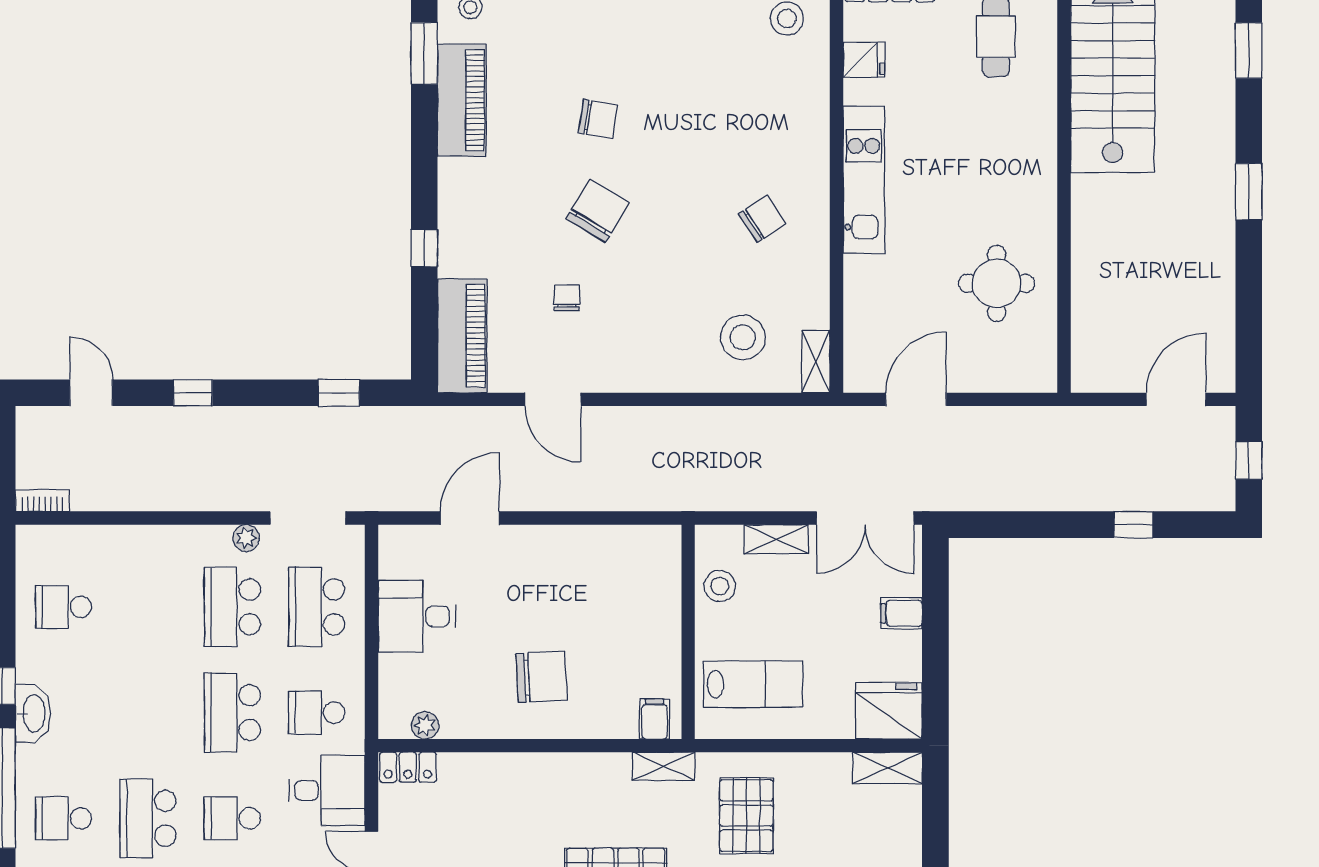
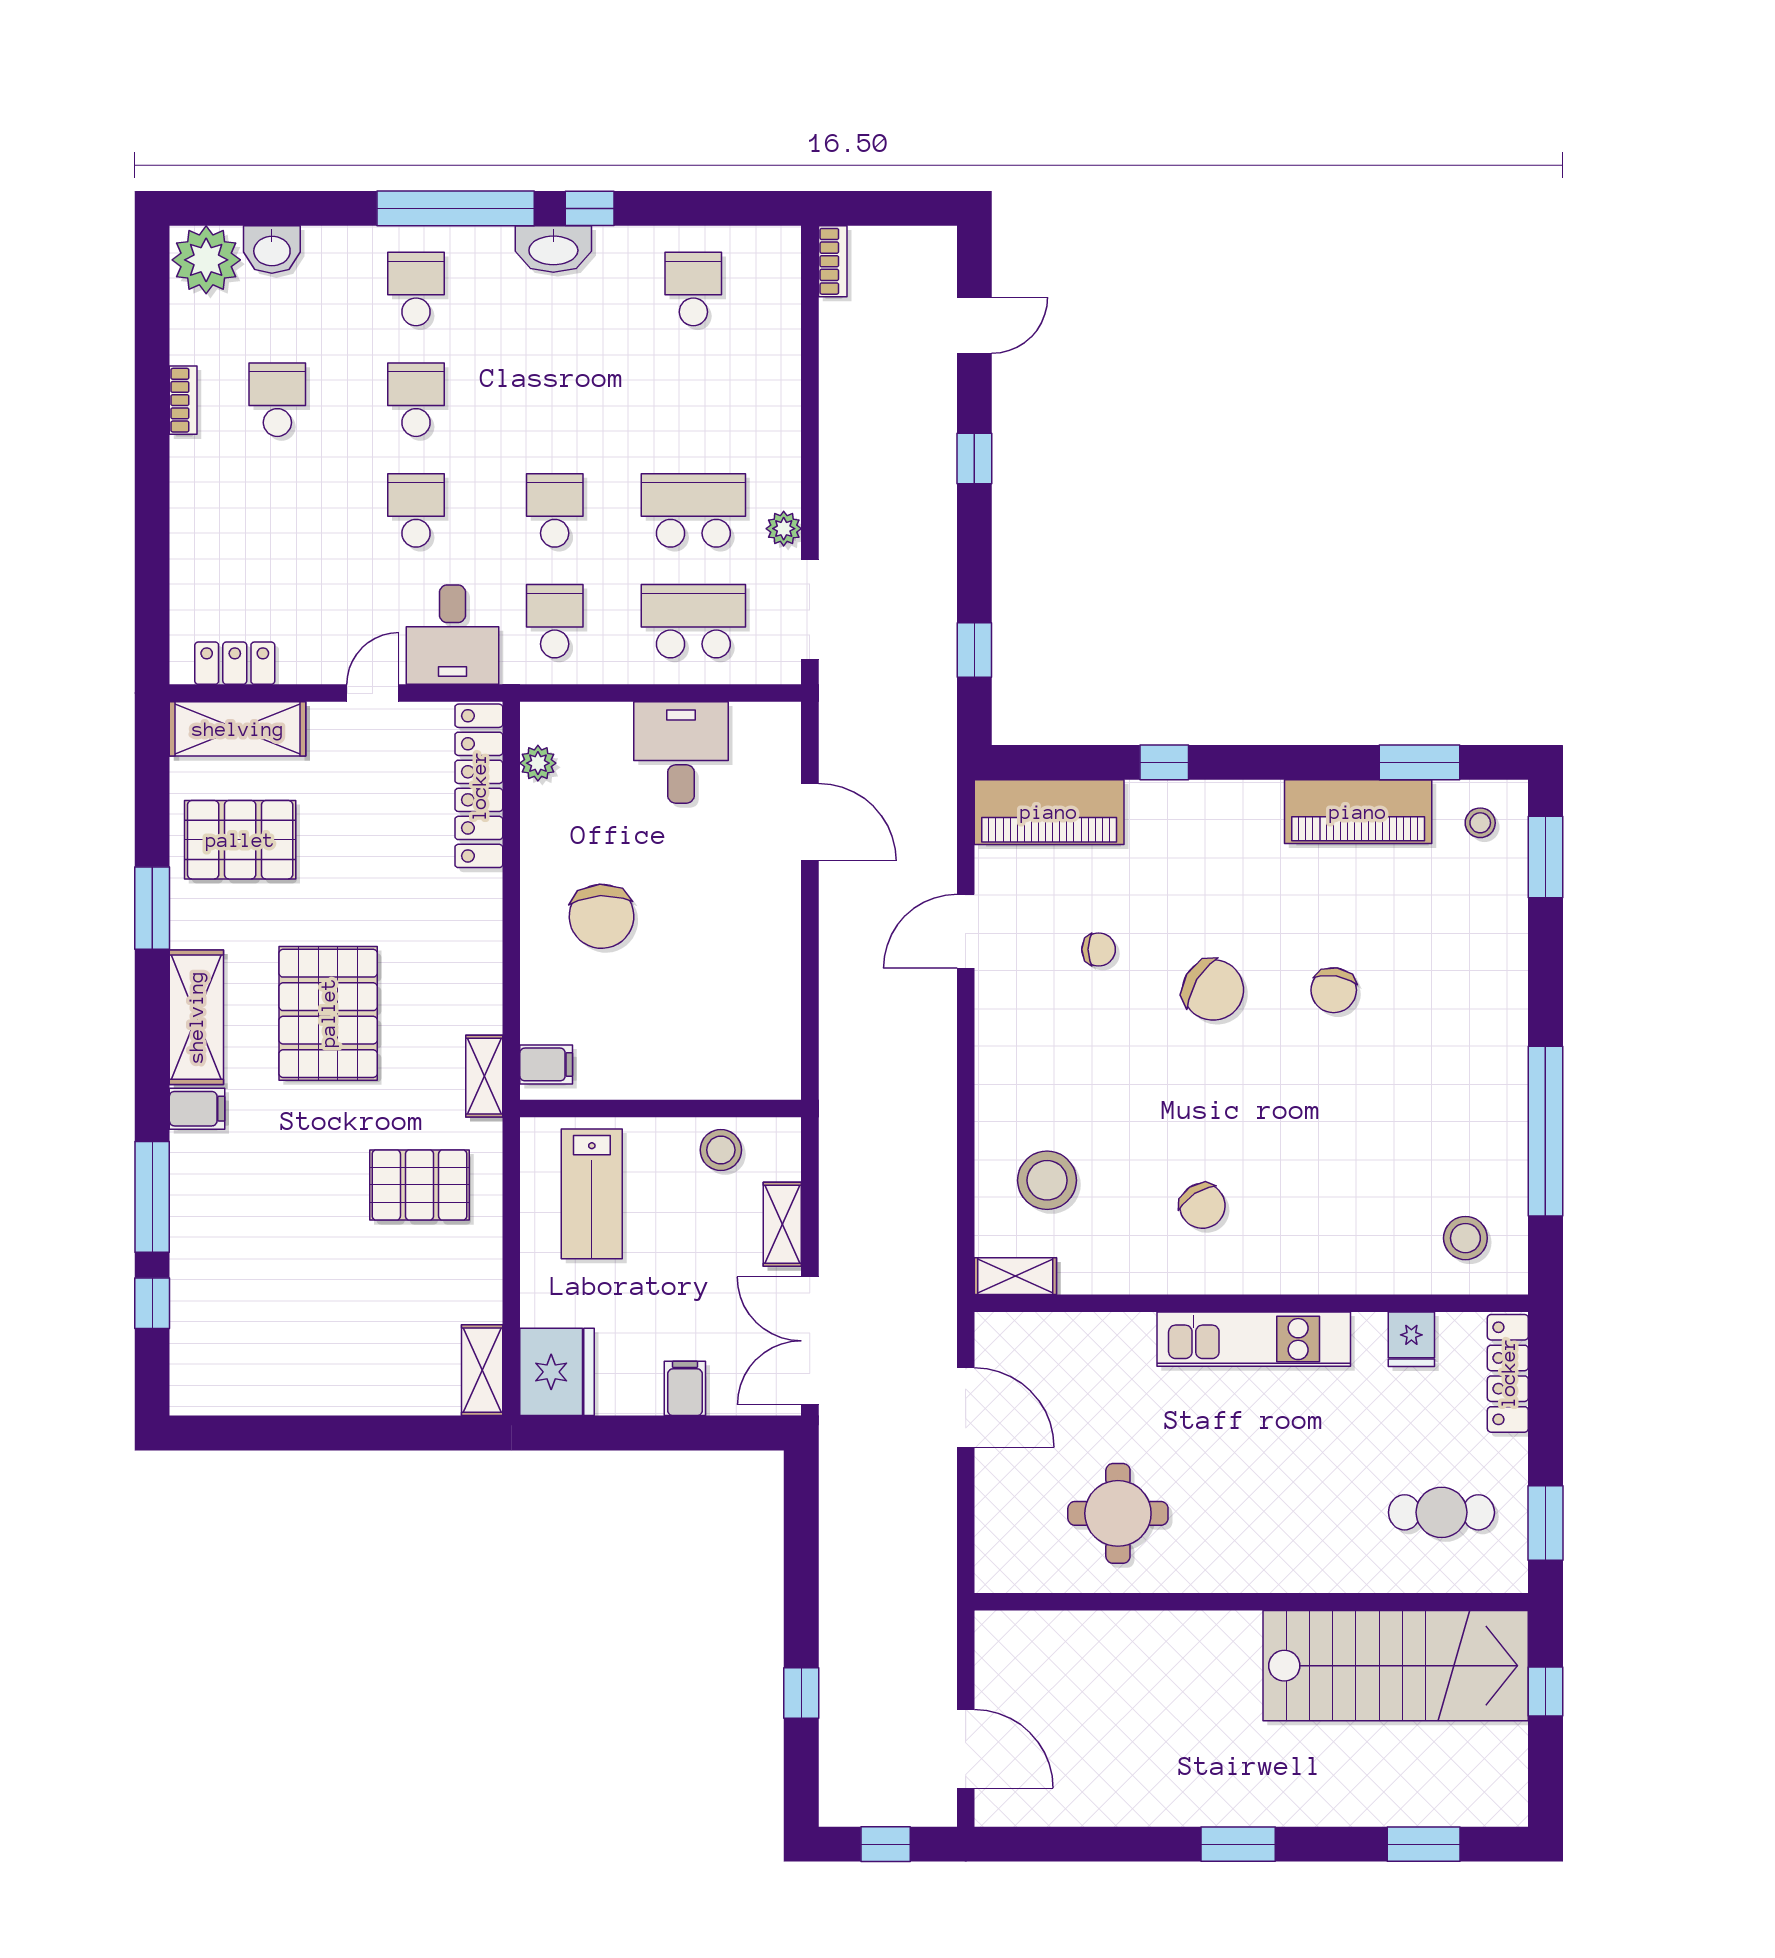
school desk: (232, 713) -> (555, 510), width x0.54
locker: (408, 767) -> (479, 786), width x2.16, depth x1.21
school desk: (148, 818) -> (416, 400), width x0.54

